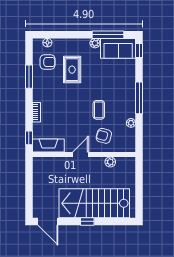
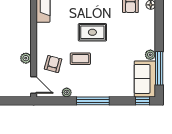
rug: (72, 70) -> (92, 32), moved
door: (81, 154) -> (34, 85), moved
plant: (110, 162) -> (26, 58), moved

